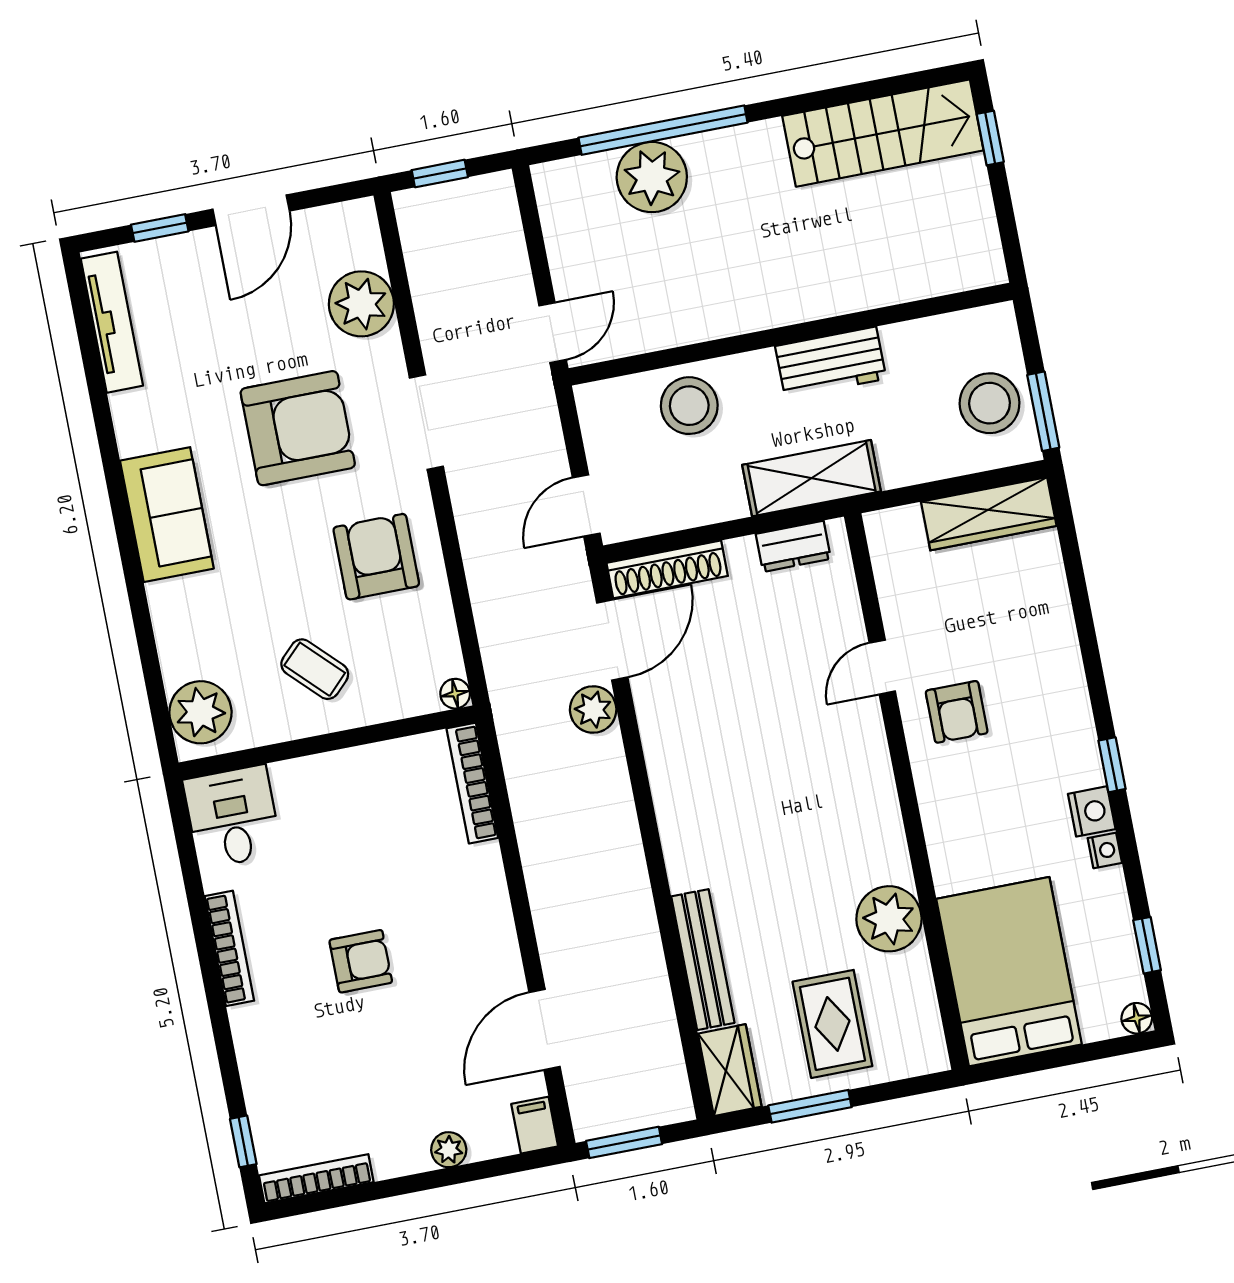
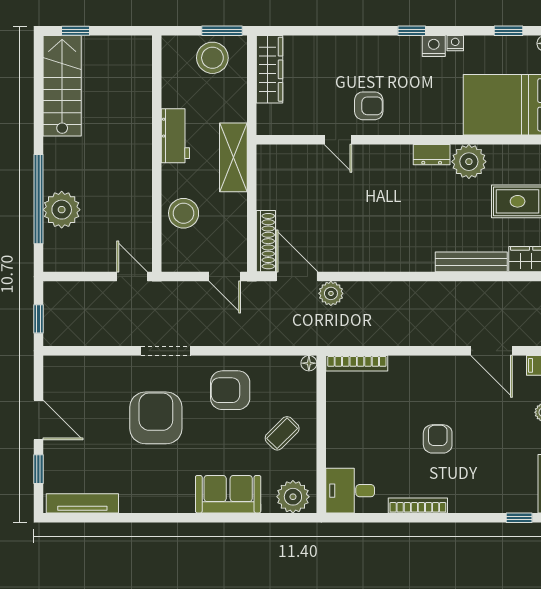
plant: (361, 304) -> (98, 373), removed
sofa: (167, 515) -> (228, 494), moved
dresser: (793, 546) -> (432, 155), moved, turned 90

